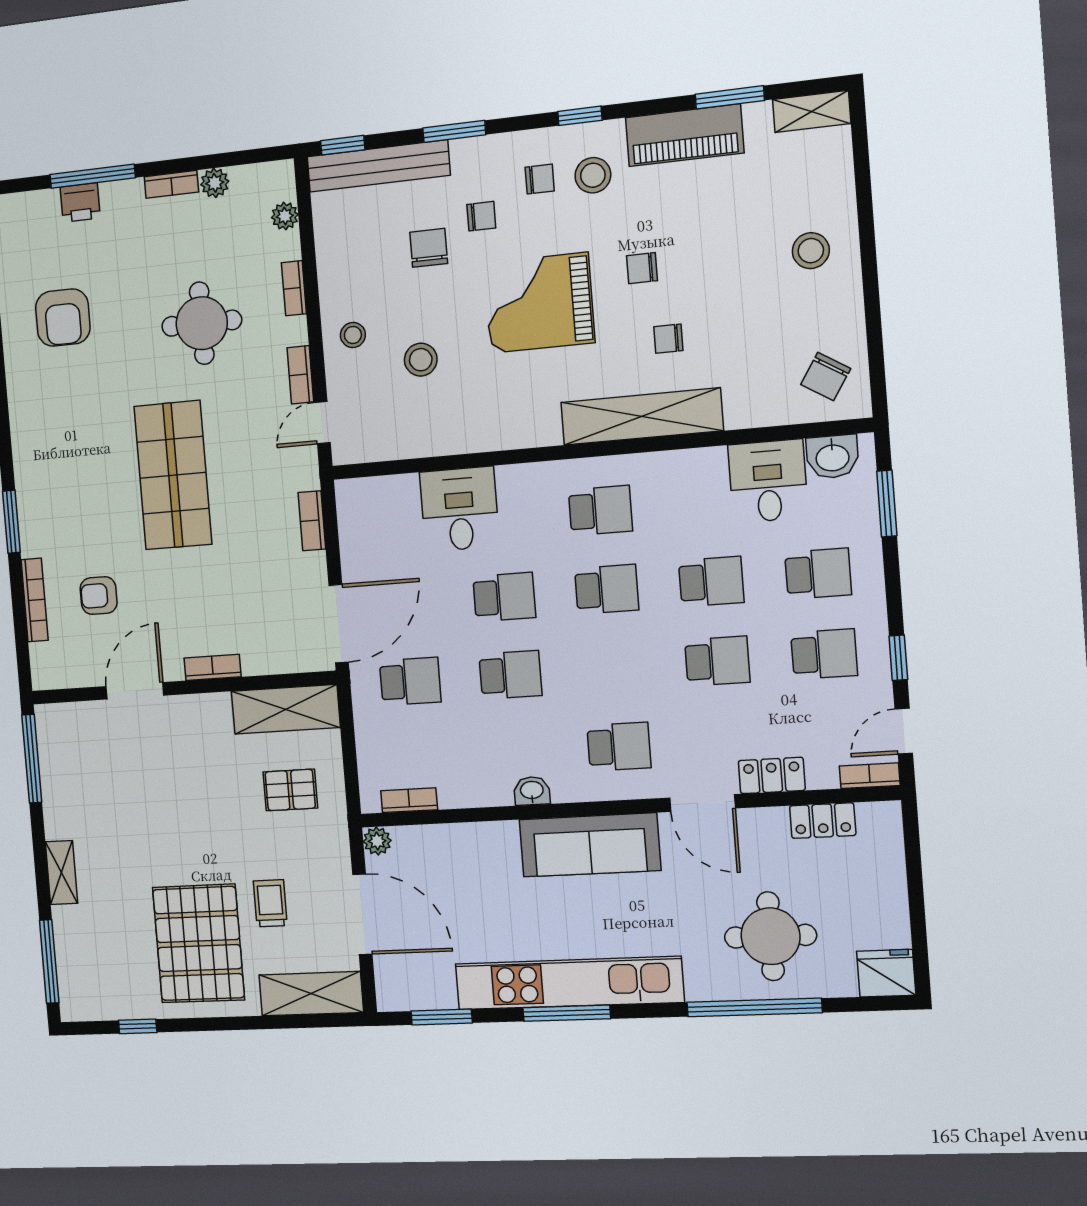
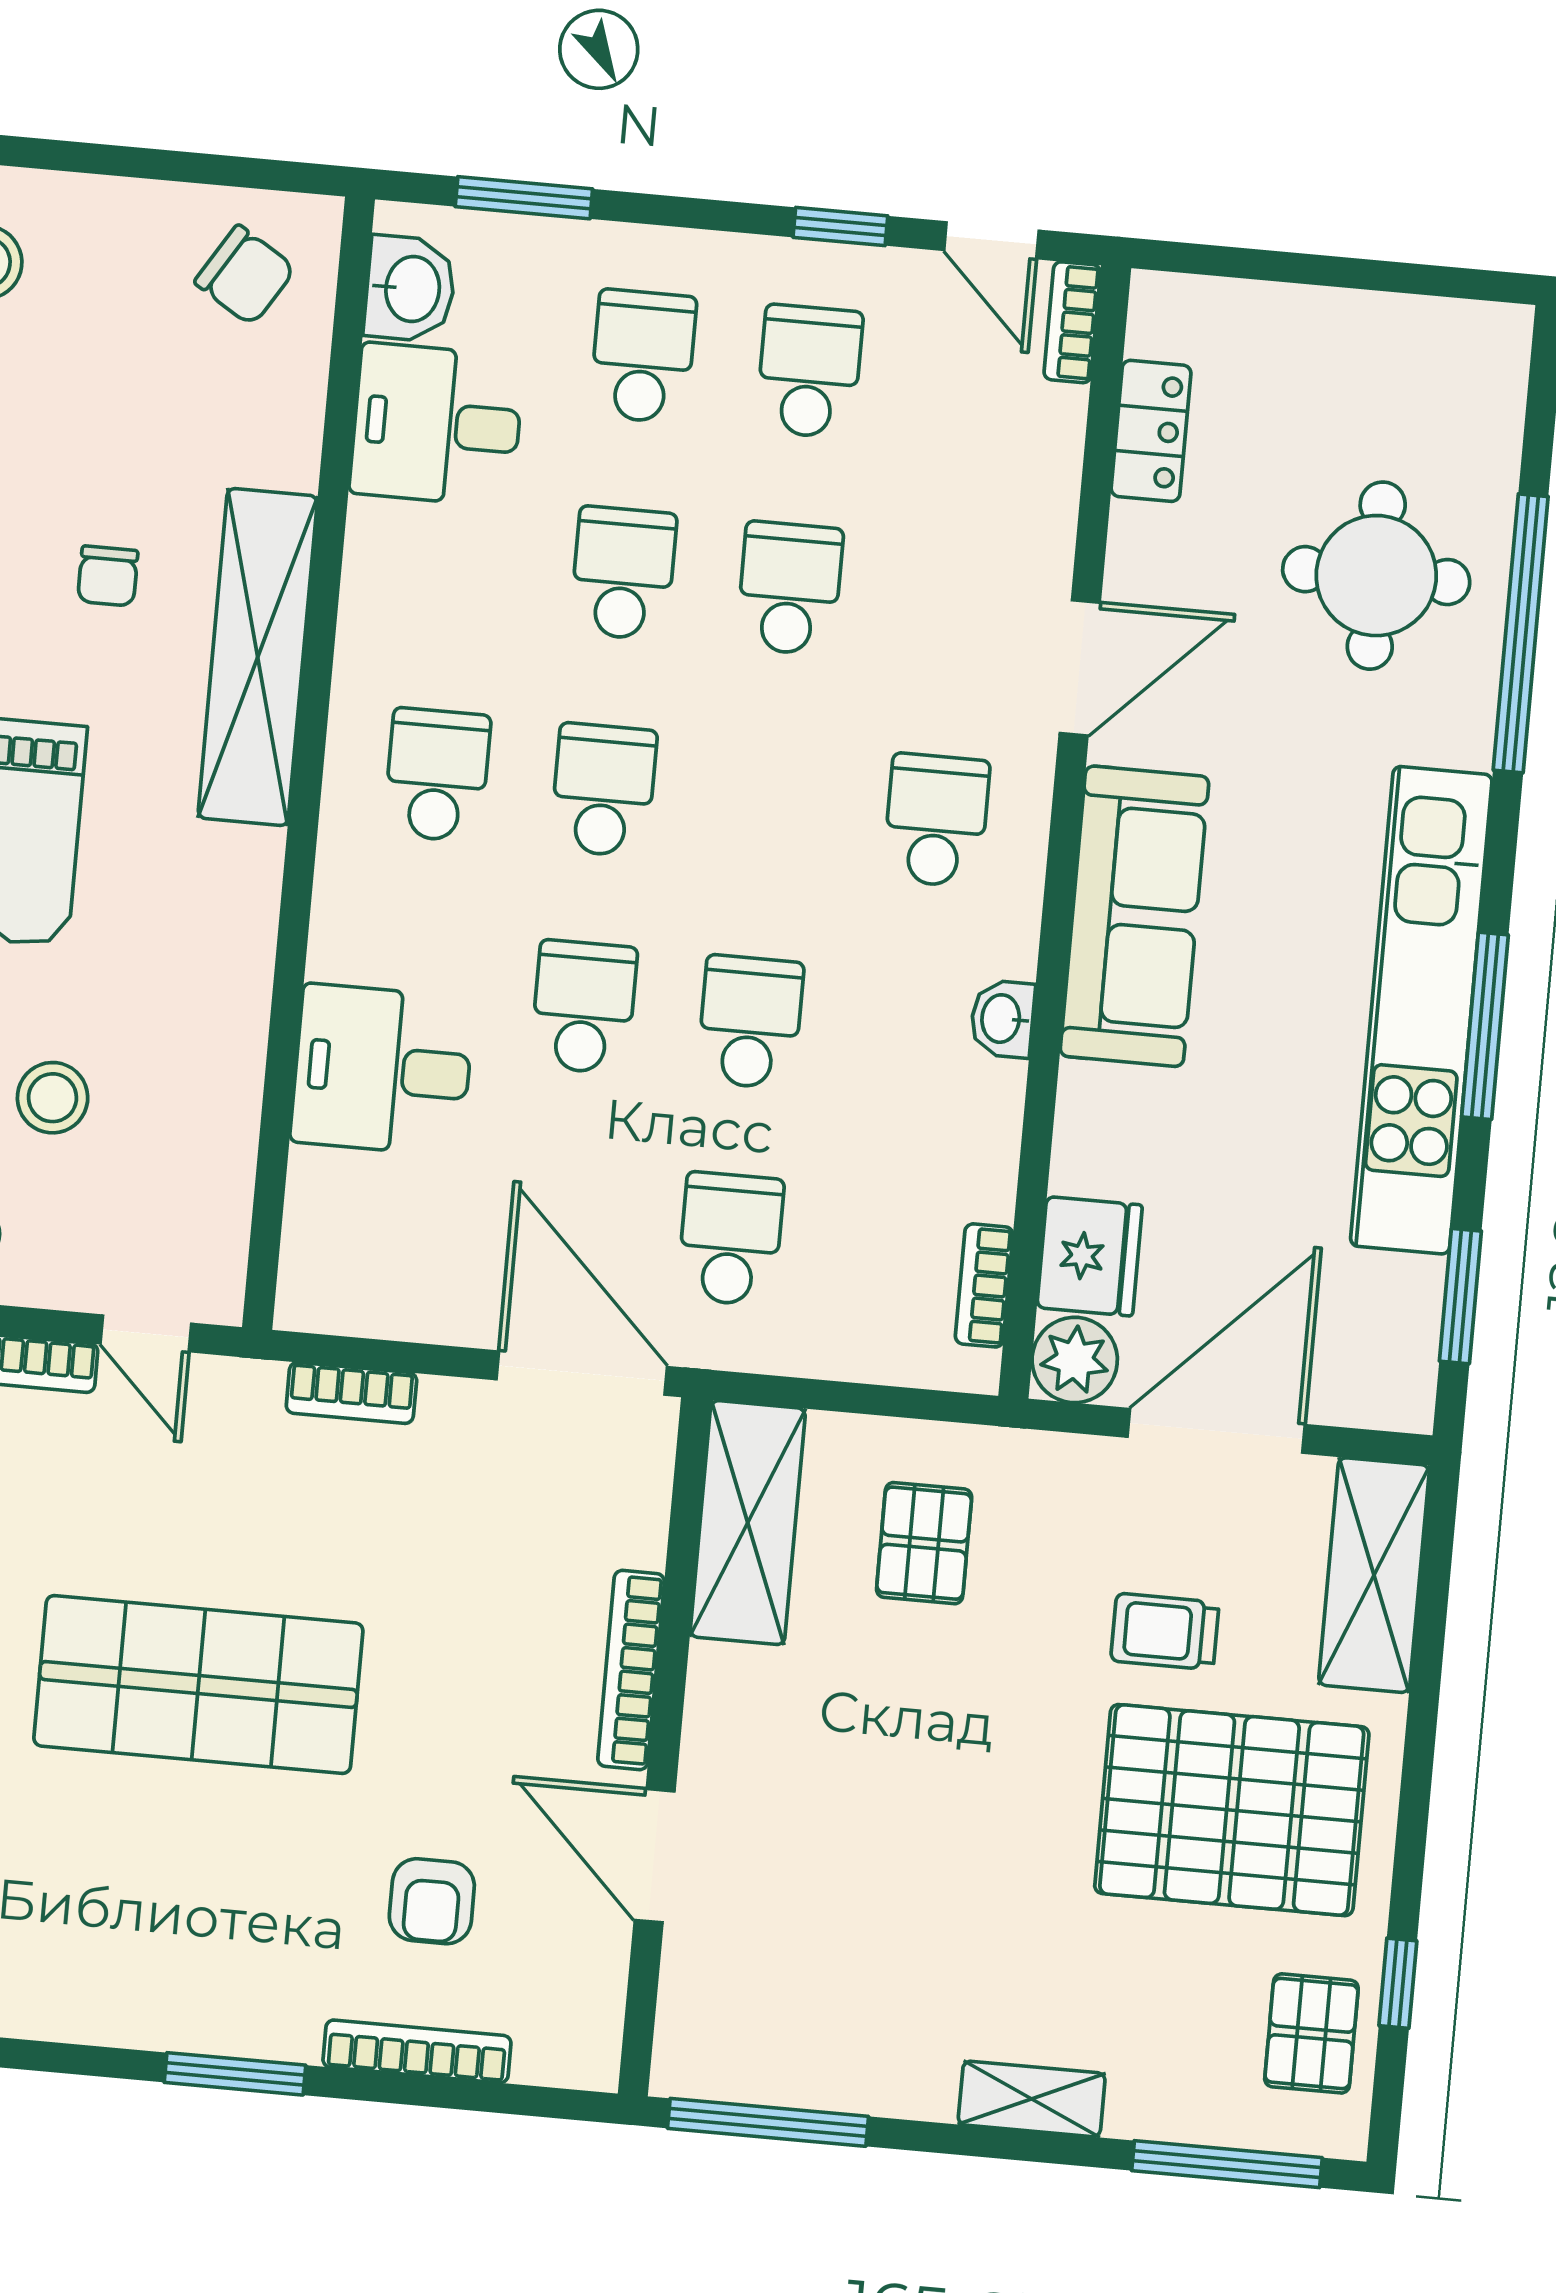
bookcase: (213, 667) -> (631, 1670), width x1.56
locker: (772, 775) -> (1043, 518), removed
plant: (377, 841) -> (1075, 1360), width x1.38, depth x1.38
fridge: (886, 973) -> (1090, 1256), moved, turned 180
pallet: (110, 991) -> (1311, 2033), added

